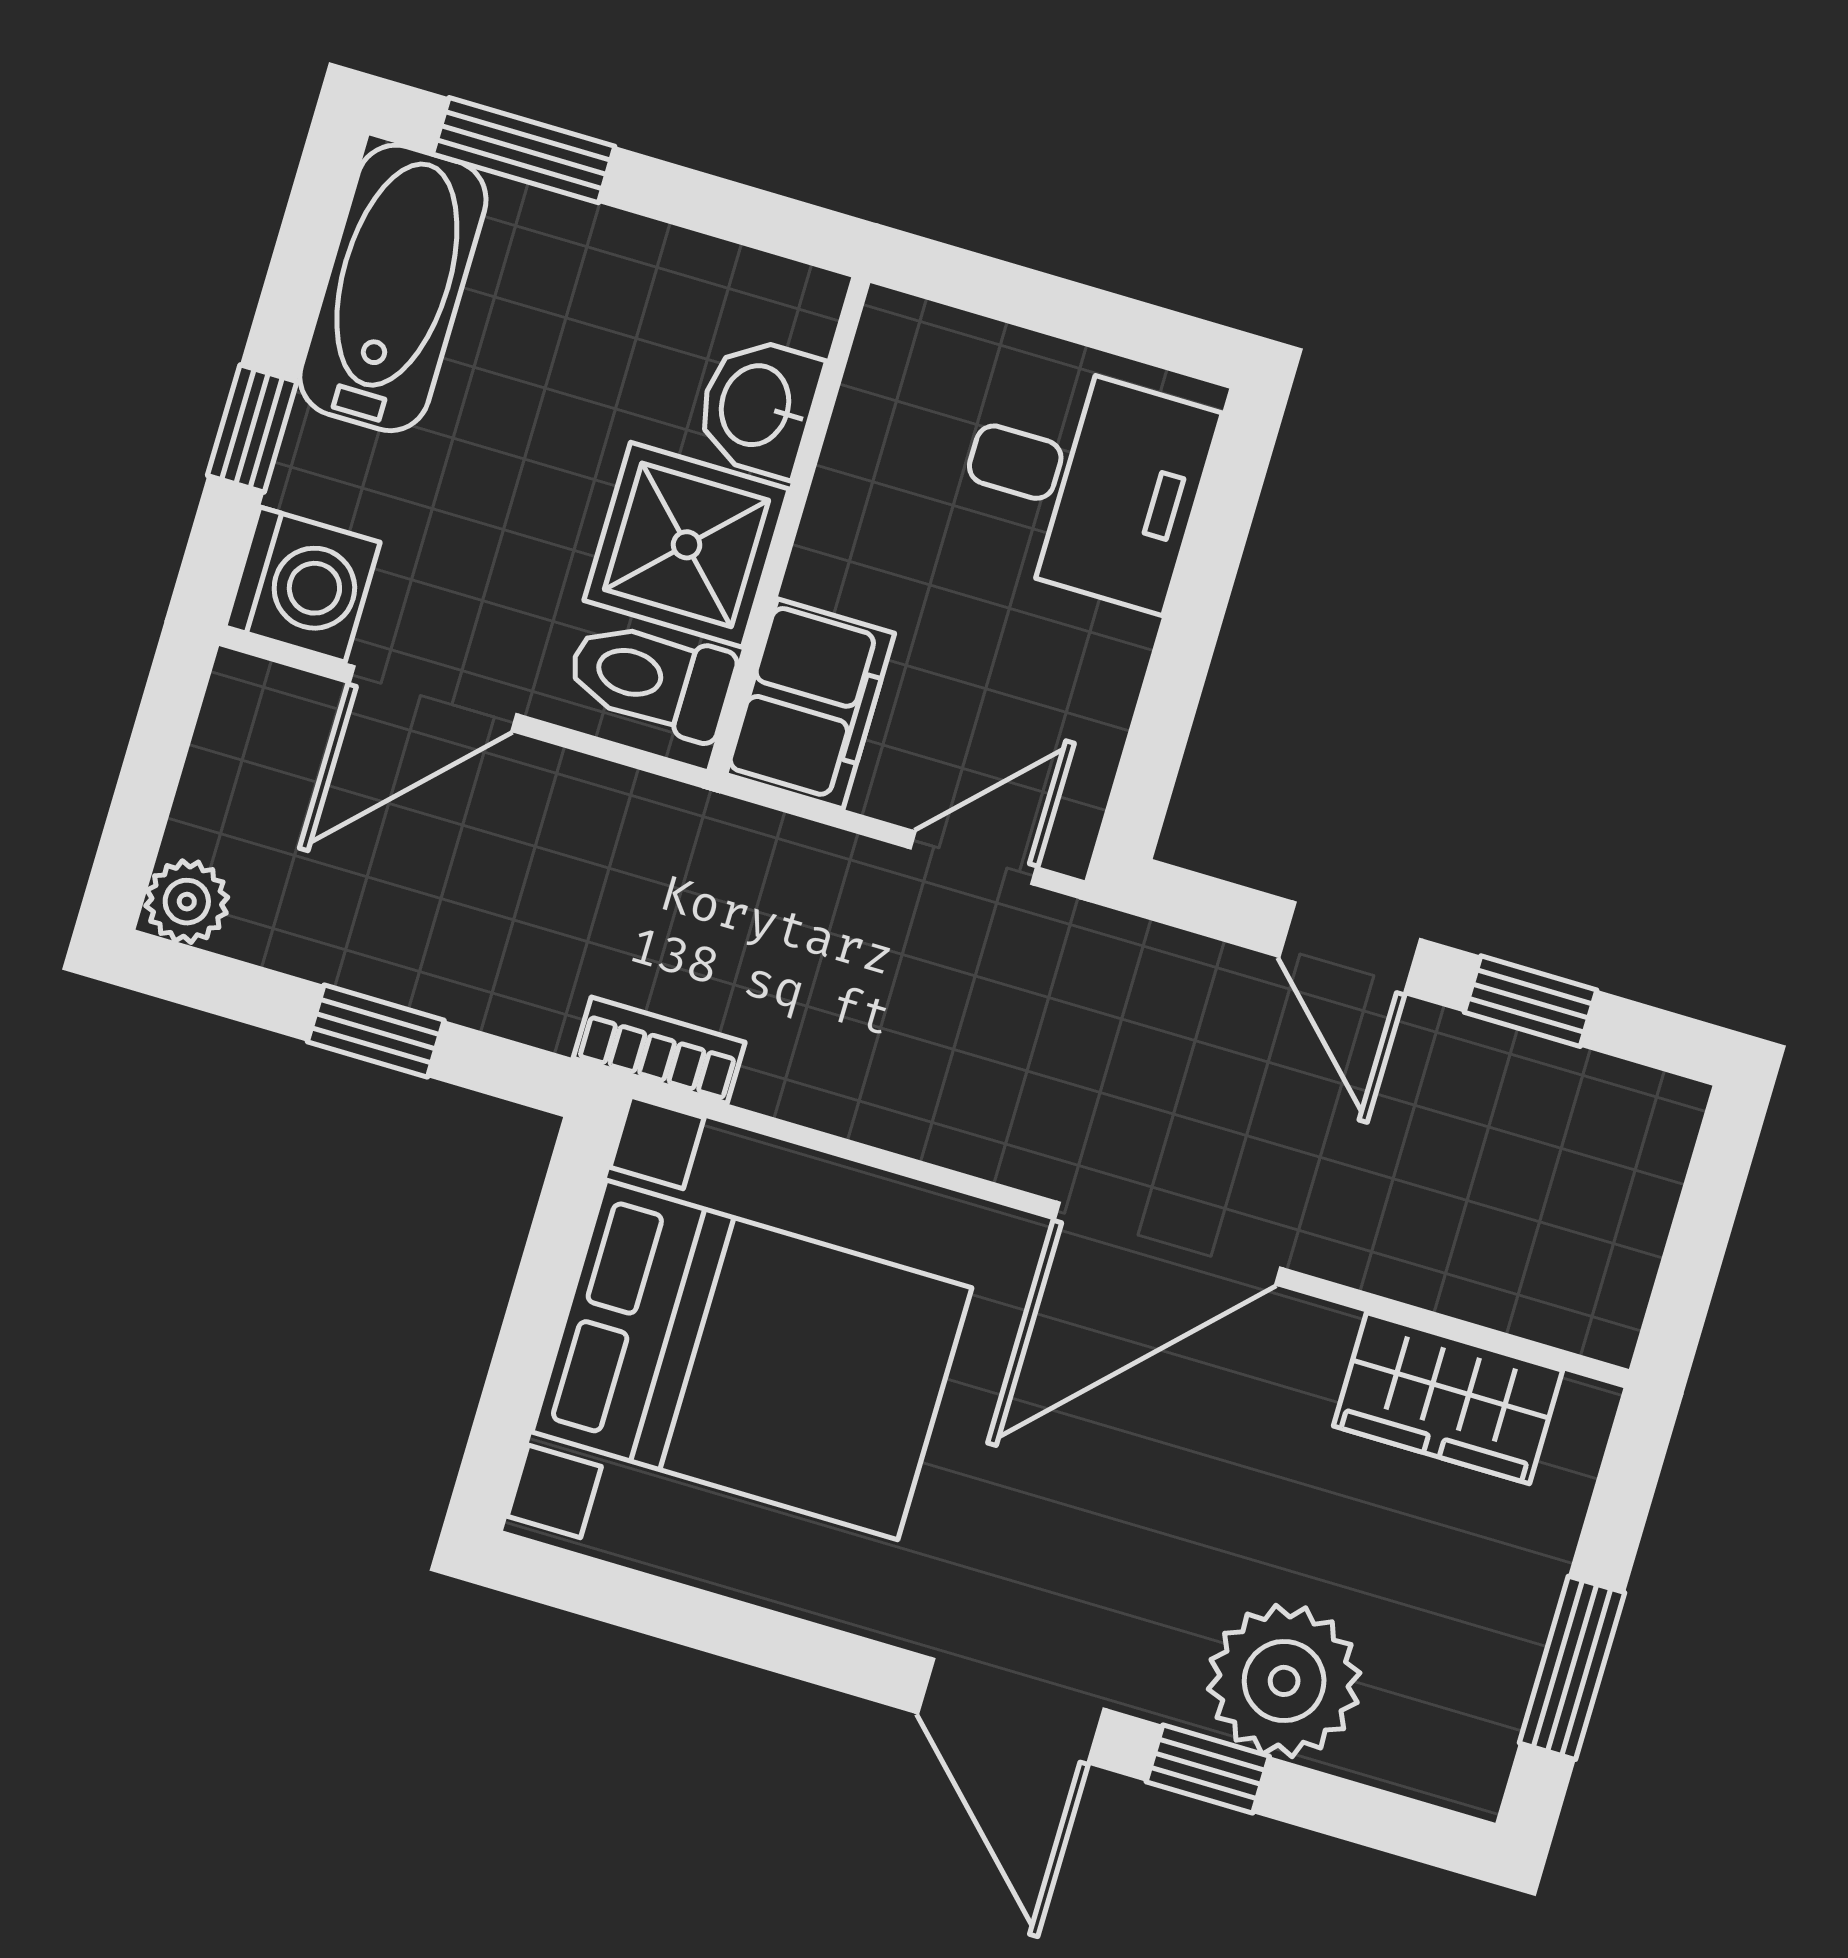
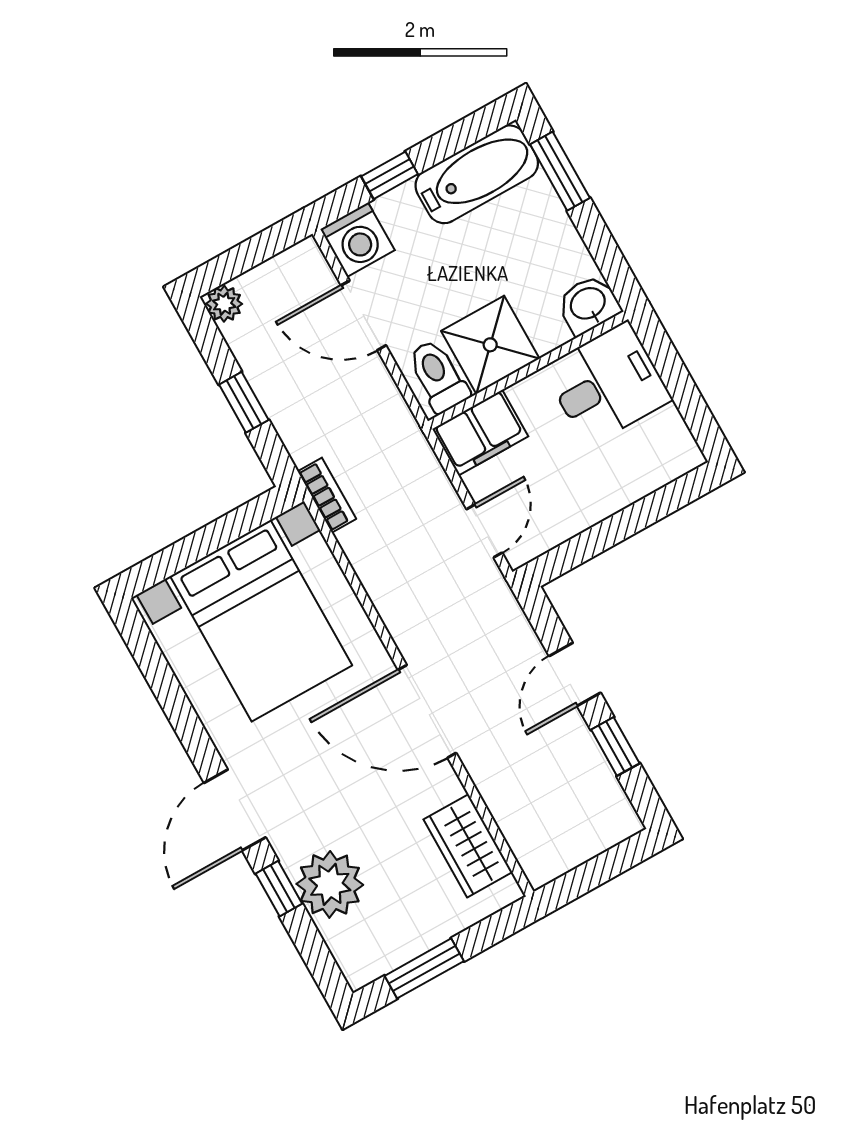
washbasin: (758, 406) -> (588, 305), moved
desk: (1083, 482) -> (607, 384), moved, turned -90
door: (973, 858) -> (484, 531), hinge flipped

